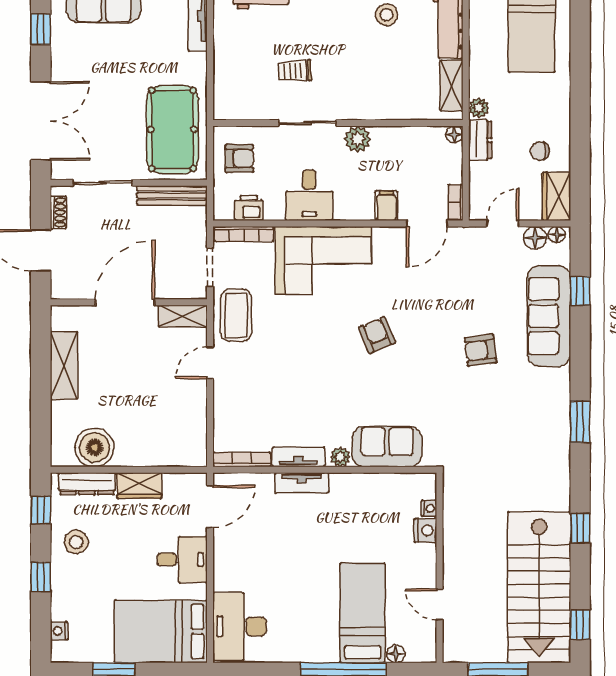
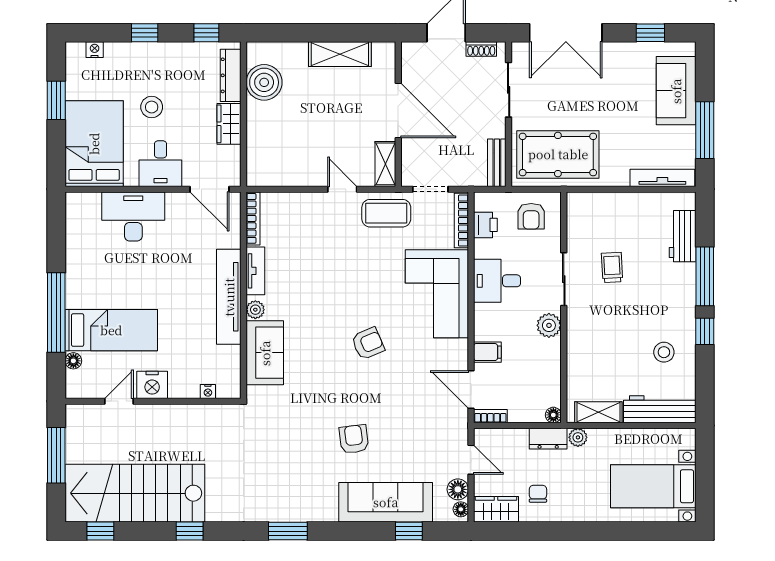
bench: (172, 196) -> (497, 163), width x0.73
tv unit: (302, 483) -> (229, 297), width x1.92, depth x1.29
nightstand: (425, 530) -> (152, 385), moved, width x1.36, depth x1.33
stool: (76, 542) -> (152, 107), moved
desk: (240, 626) -> (133, 216), moved

